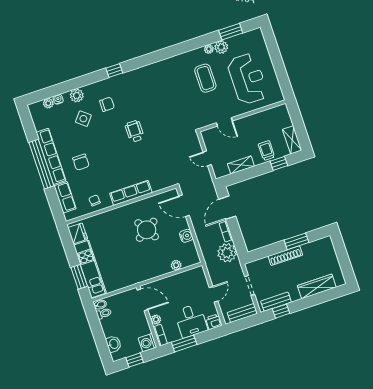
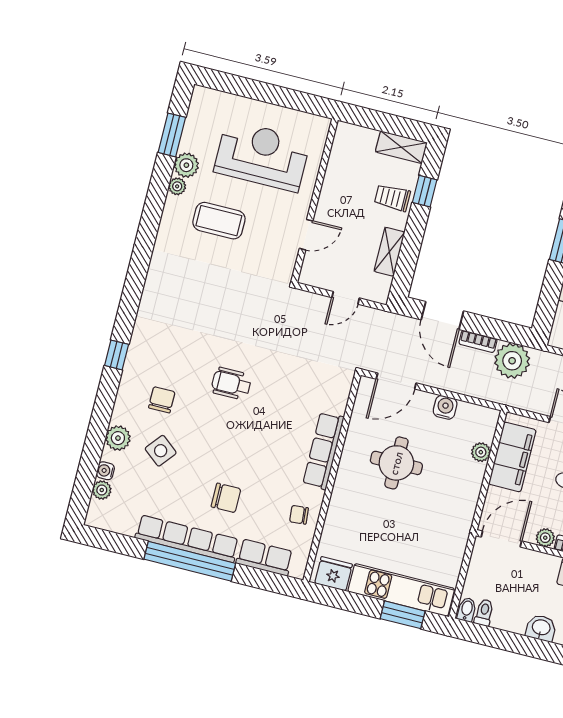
round table: (147, 230) -> (396, 463), turned 32
filing cabinet: (183, 281) -> (512, 457), added

